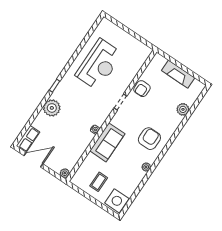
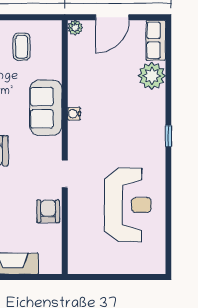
reception desk: (99, 64) -> (128, 205), turned 180
plant: (52, 108) -> (152, 76), moved
door: (33, 160) -> (112, 17), moved

